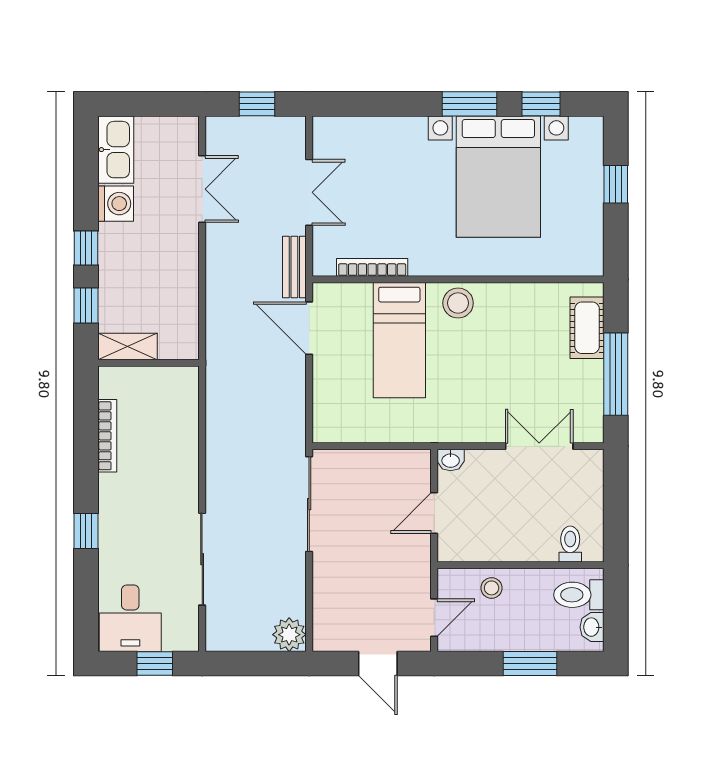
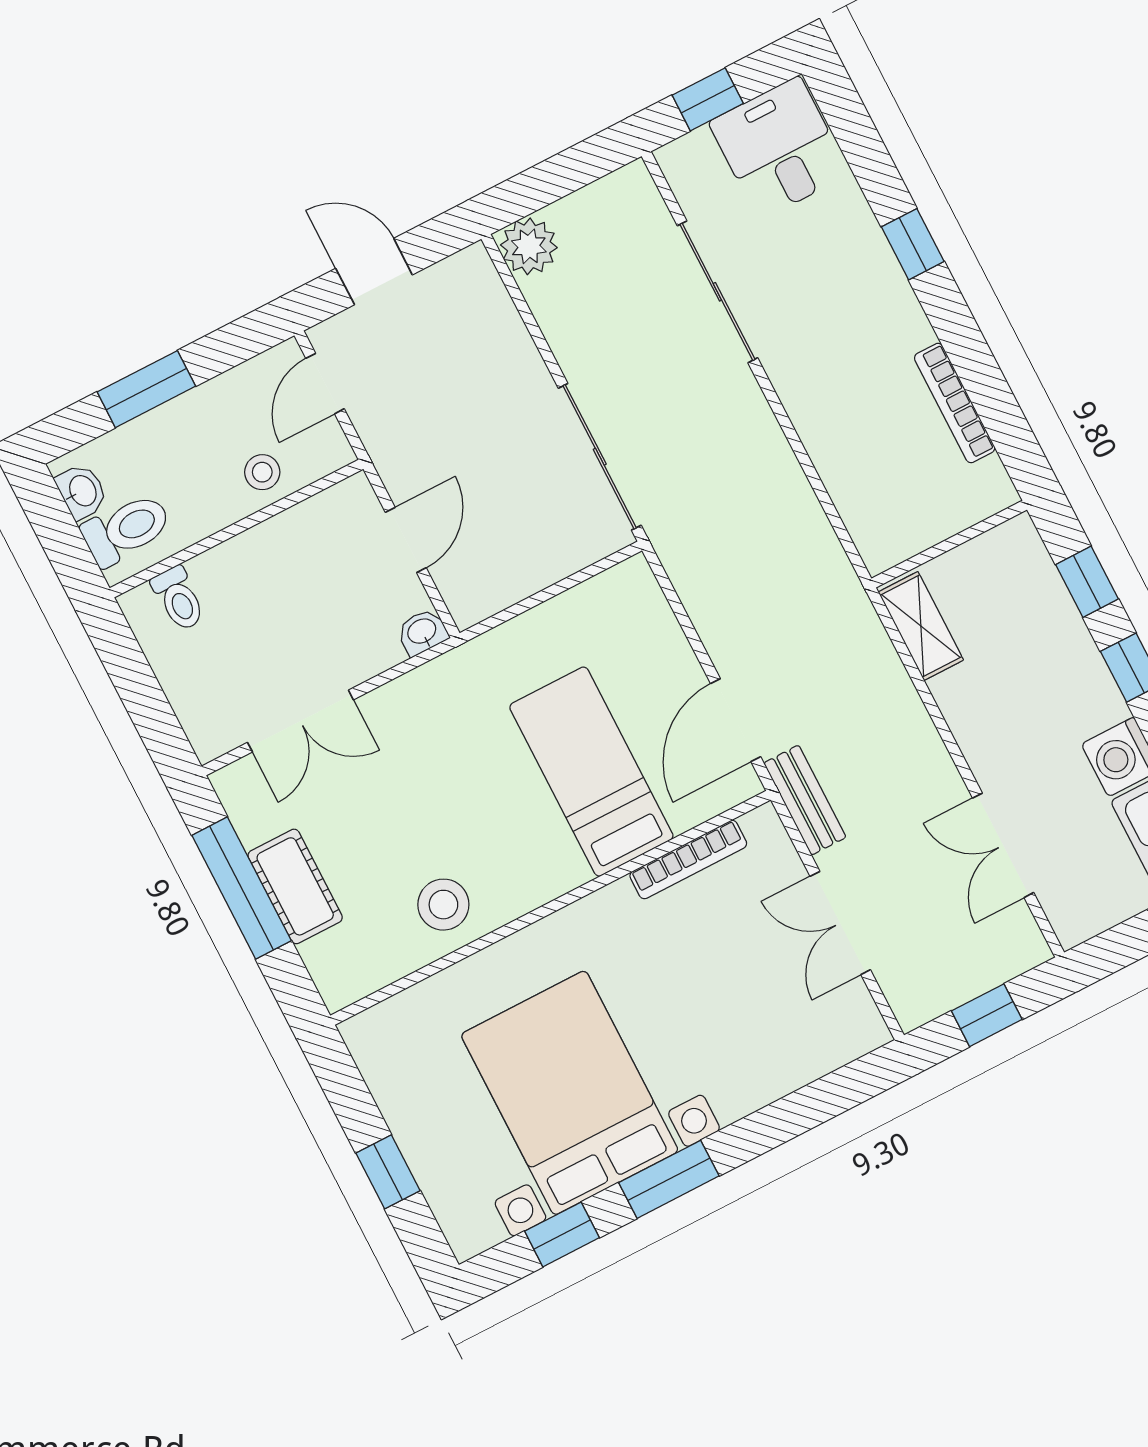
stool: (458, 303) -> (443, 905), moved
door: (309, 328) -> (736, 720), swing flipped
cot: (587, 328) -> (295, 886), moved
shelving: (128, 346) -> (921, 626), moved, turned 90

